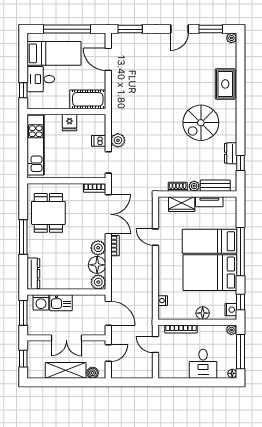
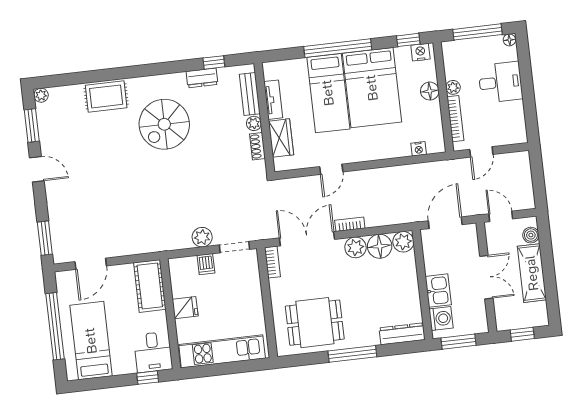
desk: (41, 79) -> (153, 352), moved
spiral stairs: (201, 123) -> (164, 124), turned 90
plant: (231, 330) -> (453, 87), moved

